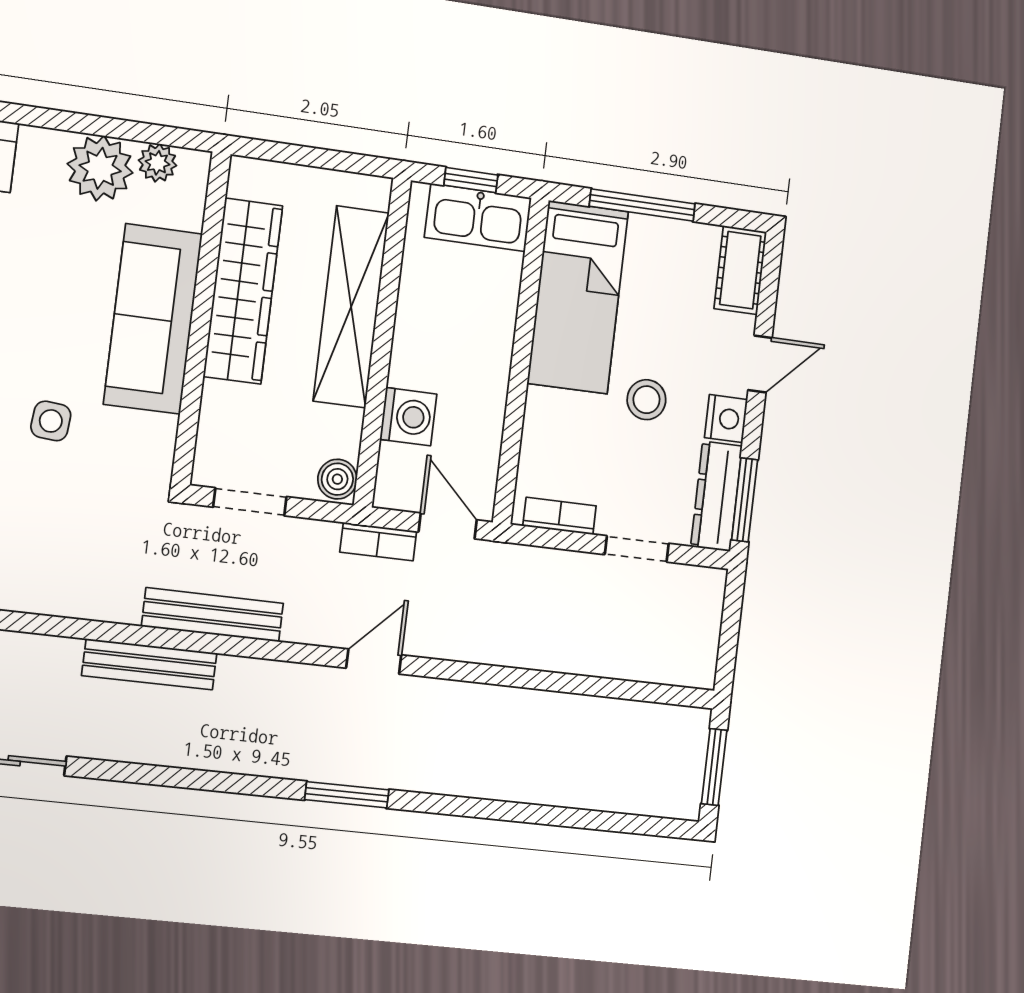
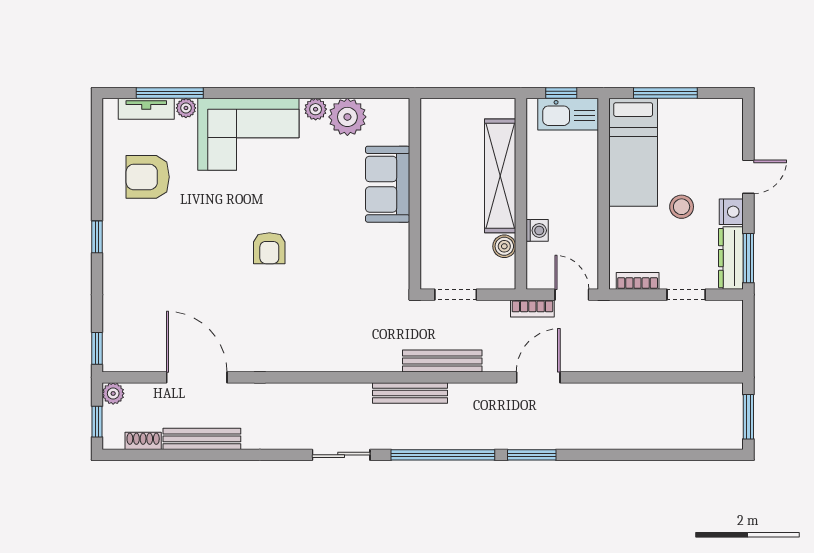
plant: (157, 163) -> (316, 109), moved
cot: (740, 270) -> (730, 123), removed
wardrobe: (243, 291) -> (437, 175), removed
sofa: (153, 319) -> (388, 184), width x0.73
washing machine: (408, 417) -> (537, 230), width x0.73, depth x0.73
side table: (51, 421) -> (338, 263), removed
boiler: (337, 479) -> (504, 246), moved
door: (374, 662) -> (538, 377), width x1.38
window: (193, 779) -> (443, 455), added

